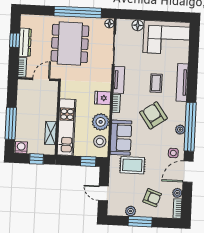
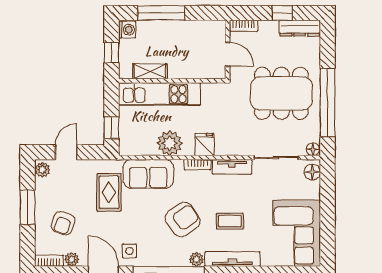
floor lamp: (138, 25) -> (312, 172), moved
dresser: (25, 42) -> (300, 28), moved
plant: (180, 130) -> (196, 259), moved
stool: (100, 141) -> (141, 143), removed
plant: (131, 211) -> (42, 170), moved

